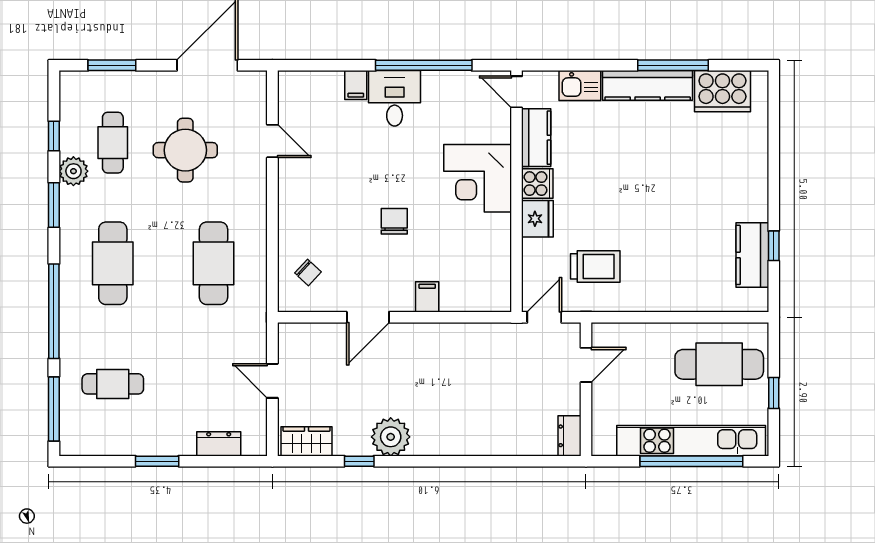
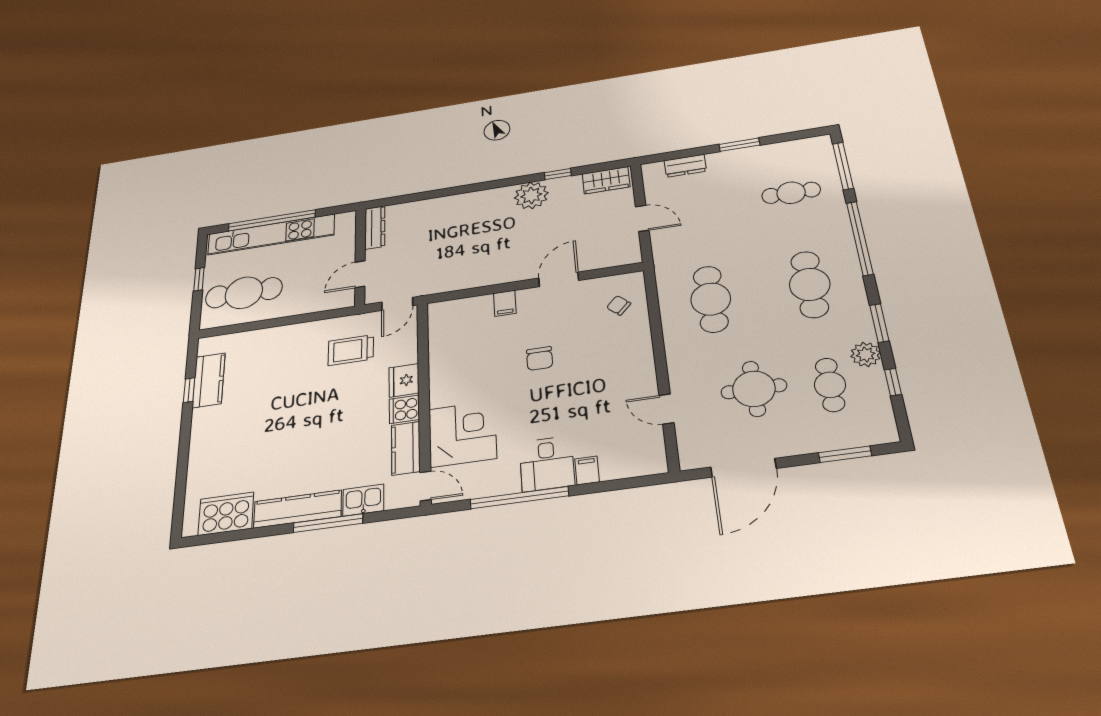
window: (673, 65) -> (328, 523), moved
corner desk: (478, 178) -> (462, 434), moved
dresser: (569, 436) -> (375, 227), width x1.44

